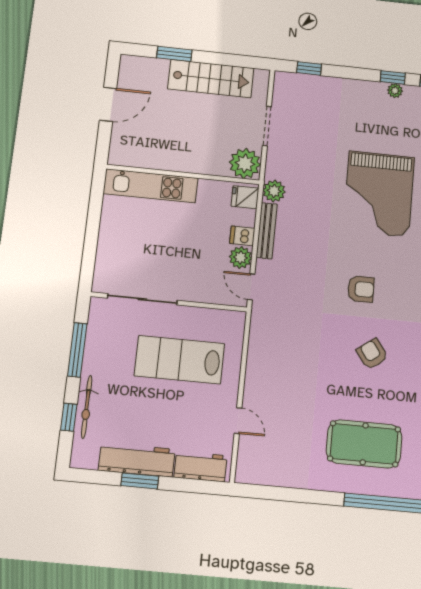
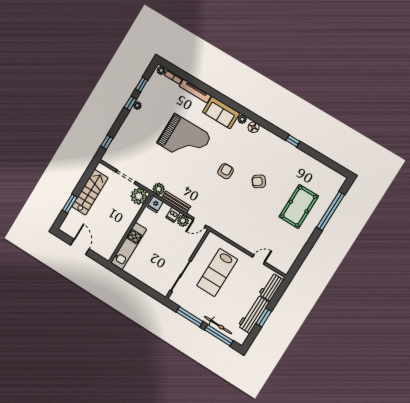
window: (69, 417) -> (219, 335), width x2.17

